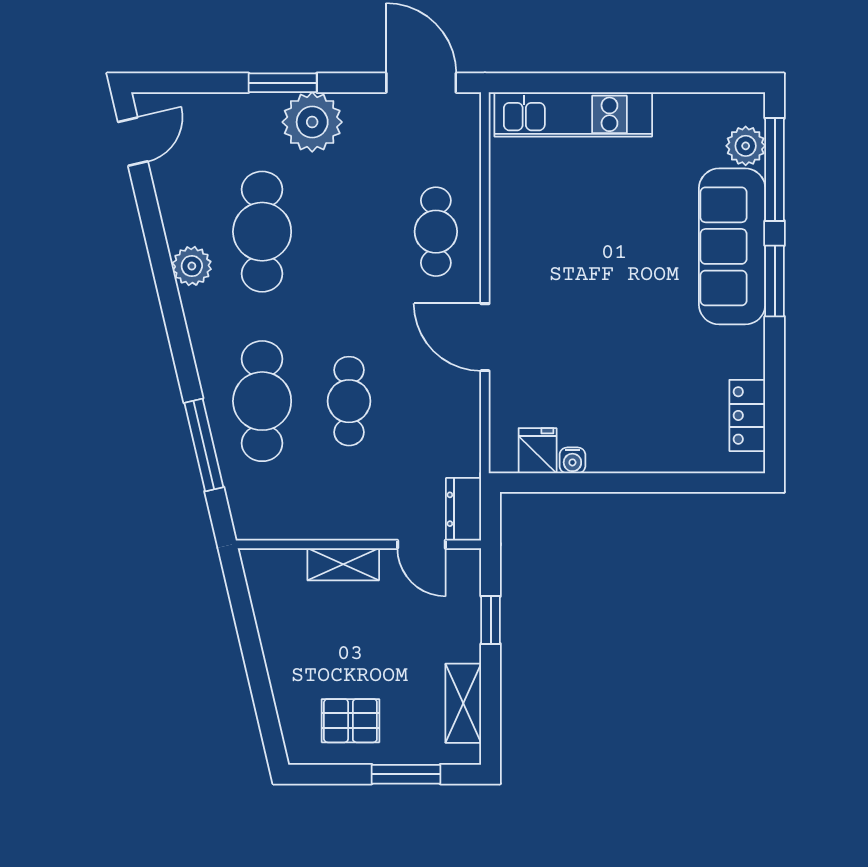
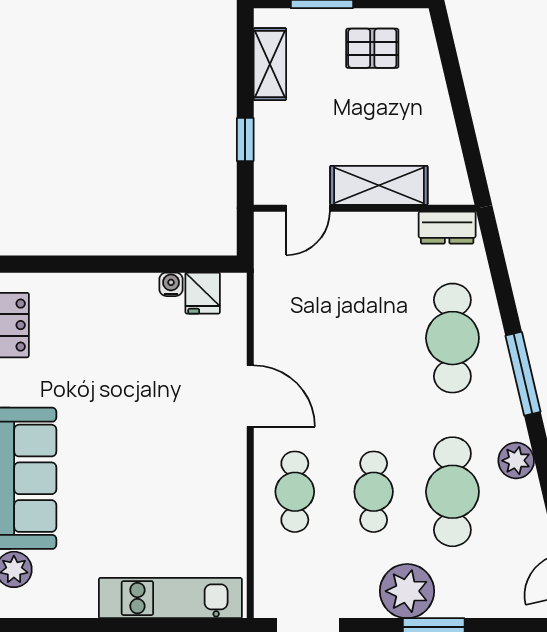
cafe table: (349, 401) -> (374, 492), moved
window: (204, 445) -> (523, 374), moved
dresser: (464, 509) -> (447, 228), moved, turned 90
door: (421, 544) -> (308, 208), swing flipped
shelving: (343, 564) -> (379, 185), width x1.50, depth x1.33

